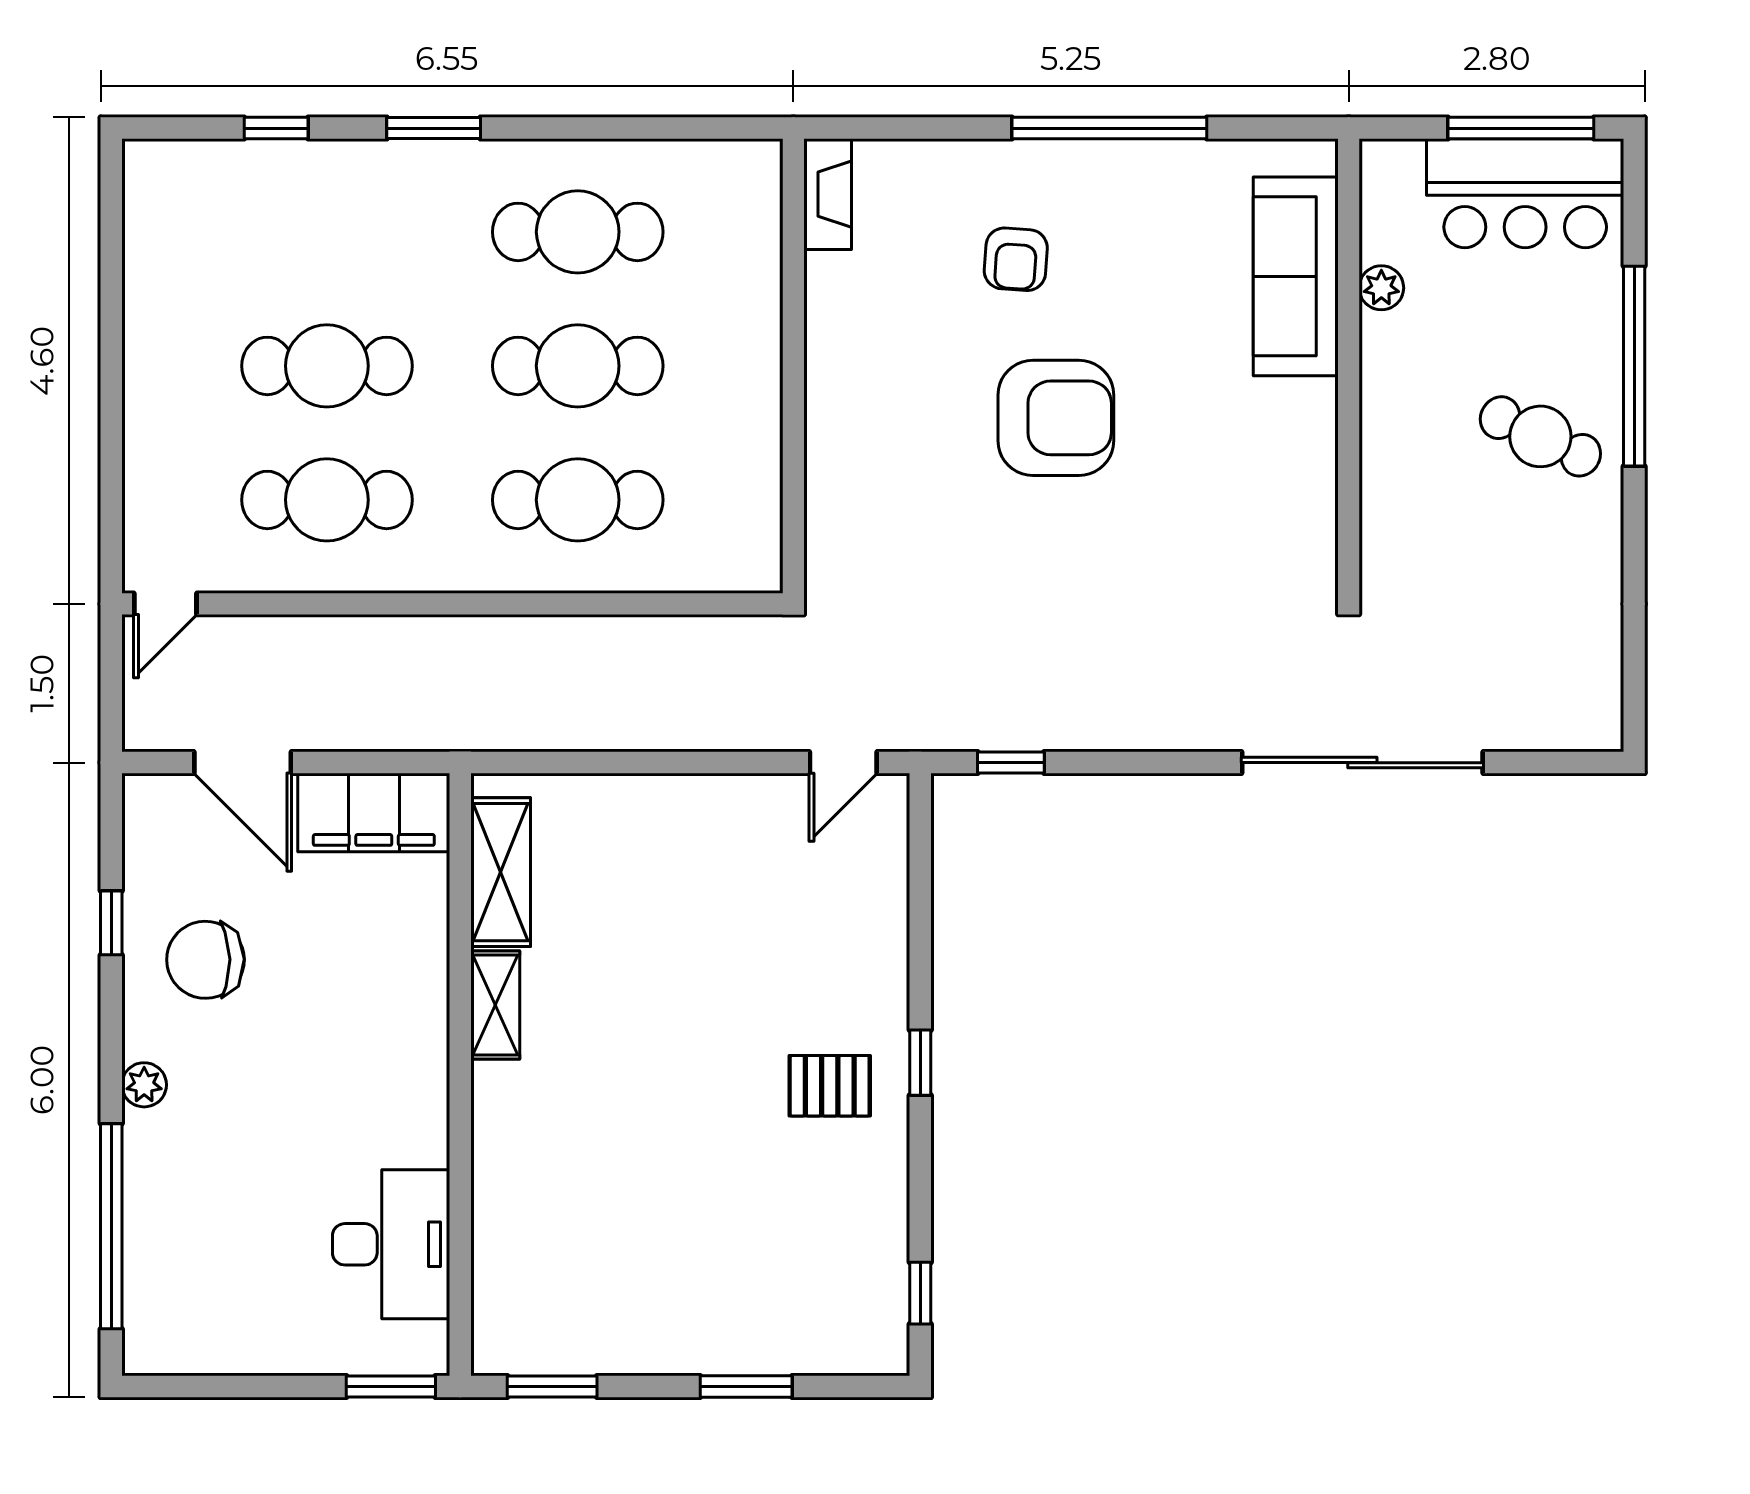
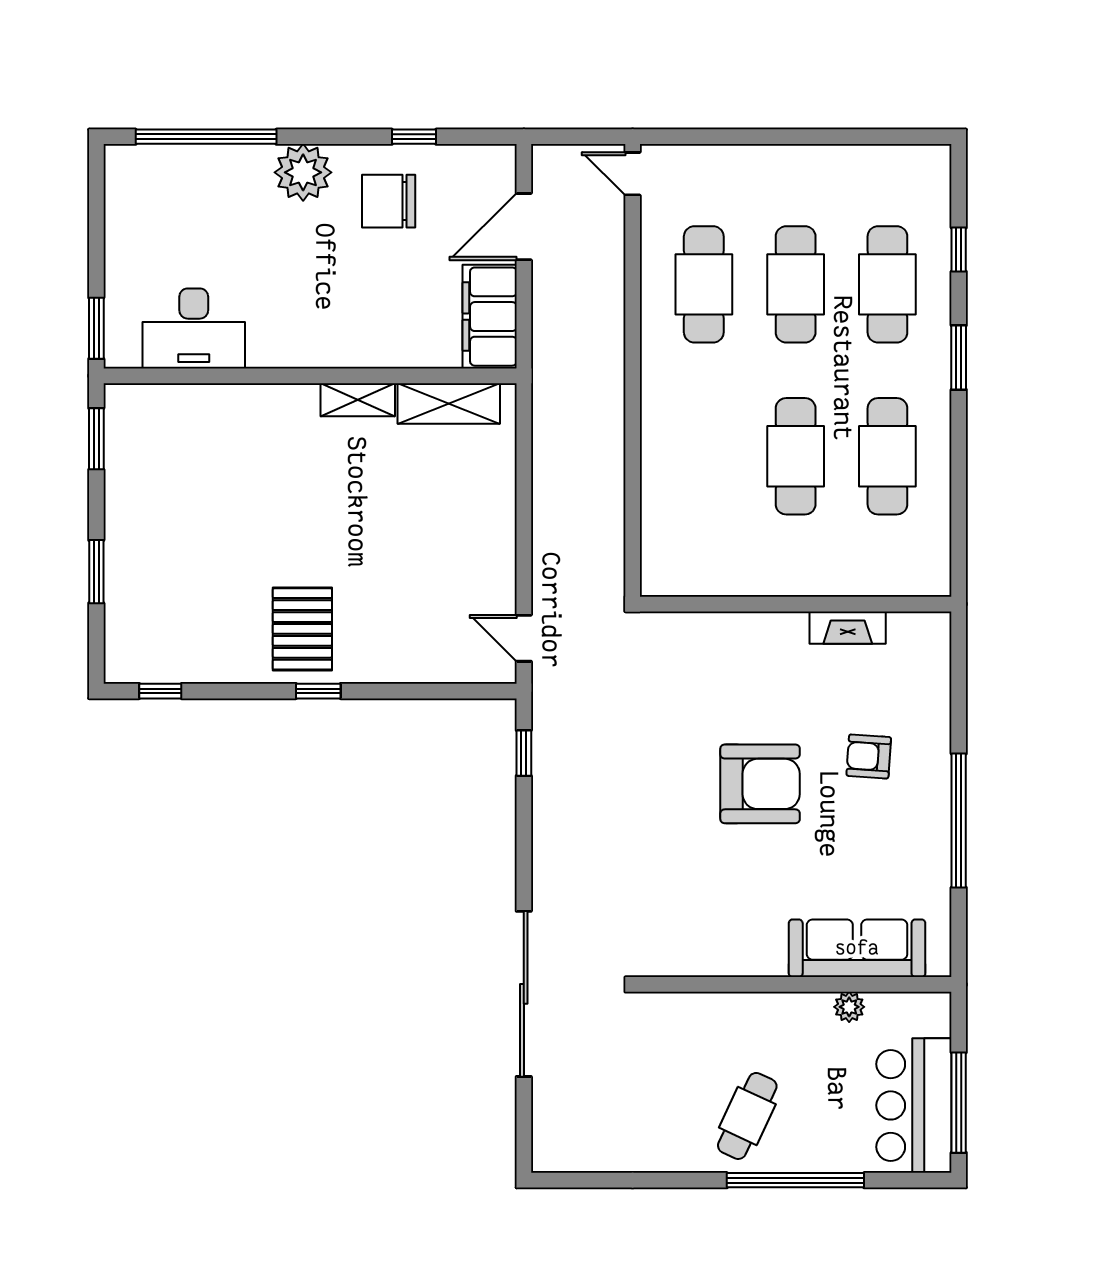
fireplace: (828, 194) -> (848, 628), moved
armchair: (1056, 418) -> (760, 784), turned -90
cafe table: (578, 500) -> (887, 284), moved
chair: (205, 960) -> (389, 201), turned -89
plant: (144, 1085) -> (303, 172), width x1.87, depth x1.87
pallet: (830, 1086) -> (302, 629), width x1.50, depth x1.42

